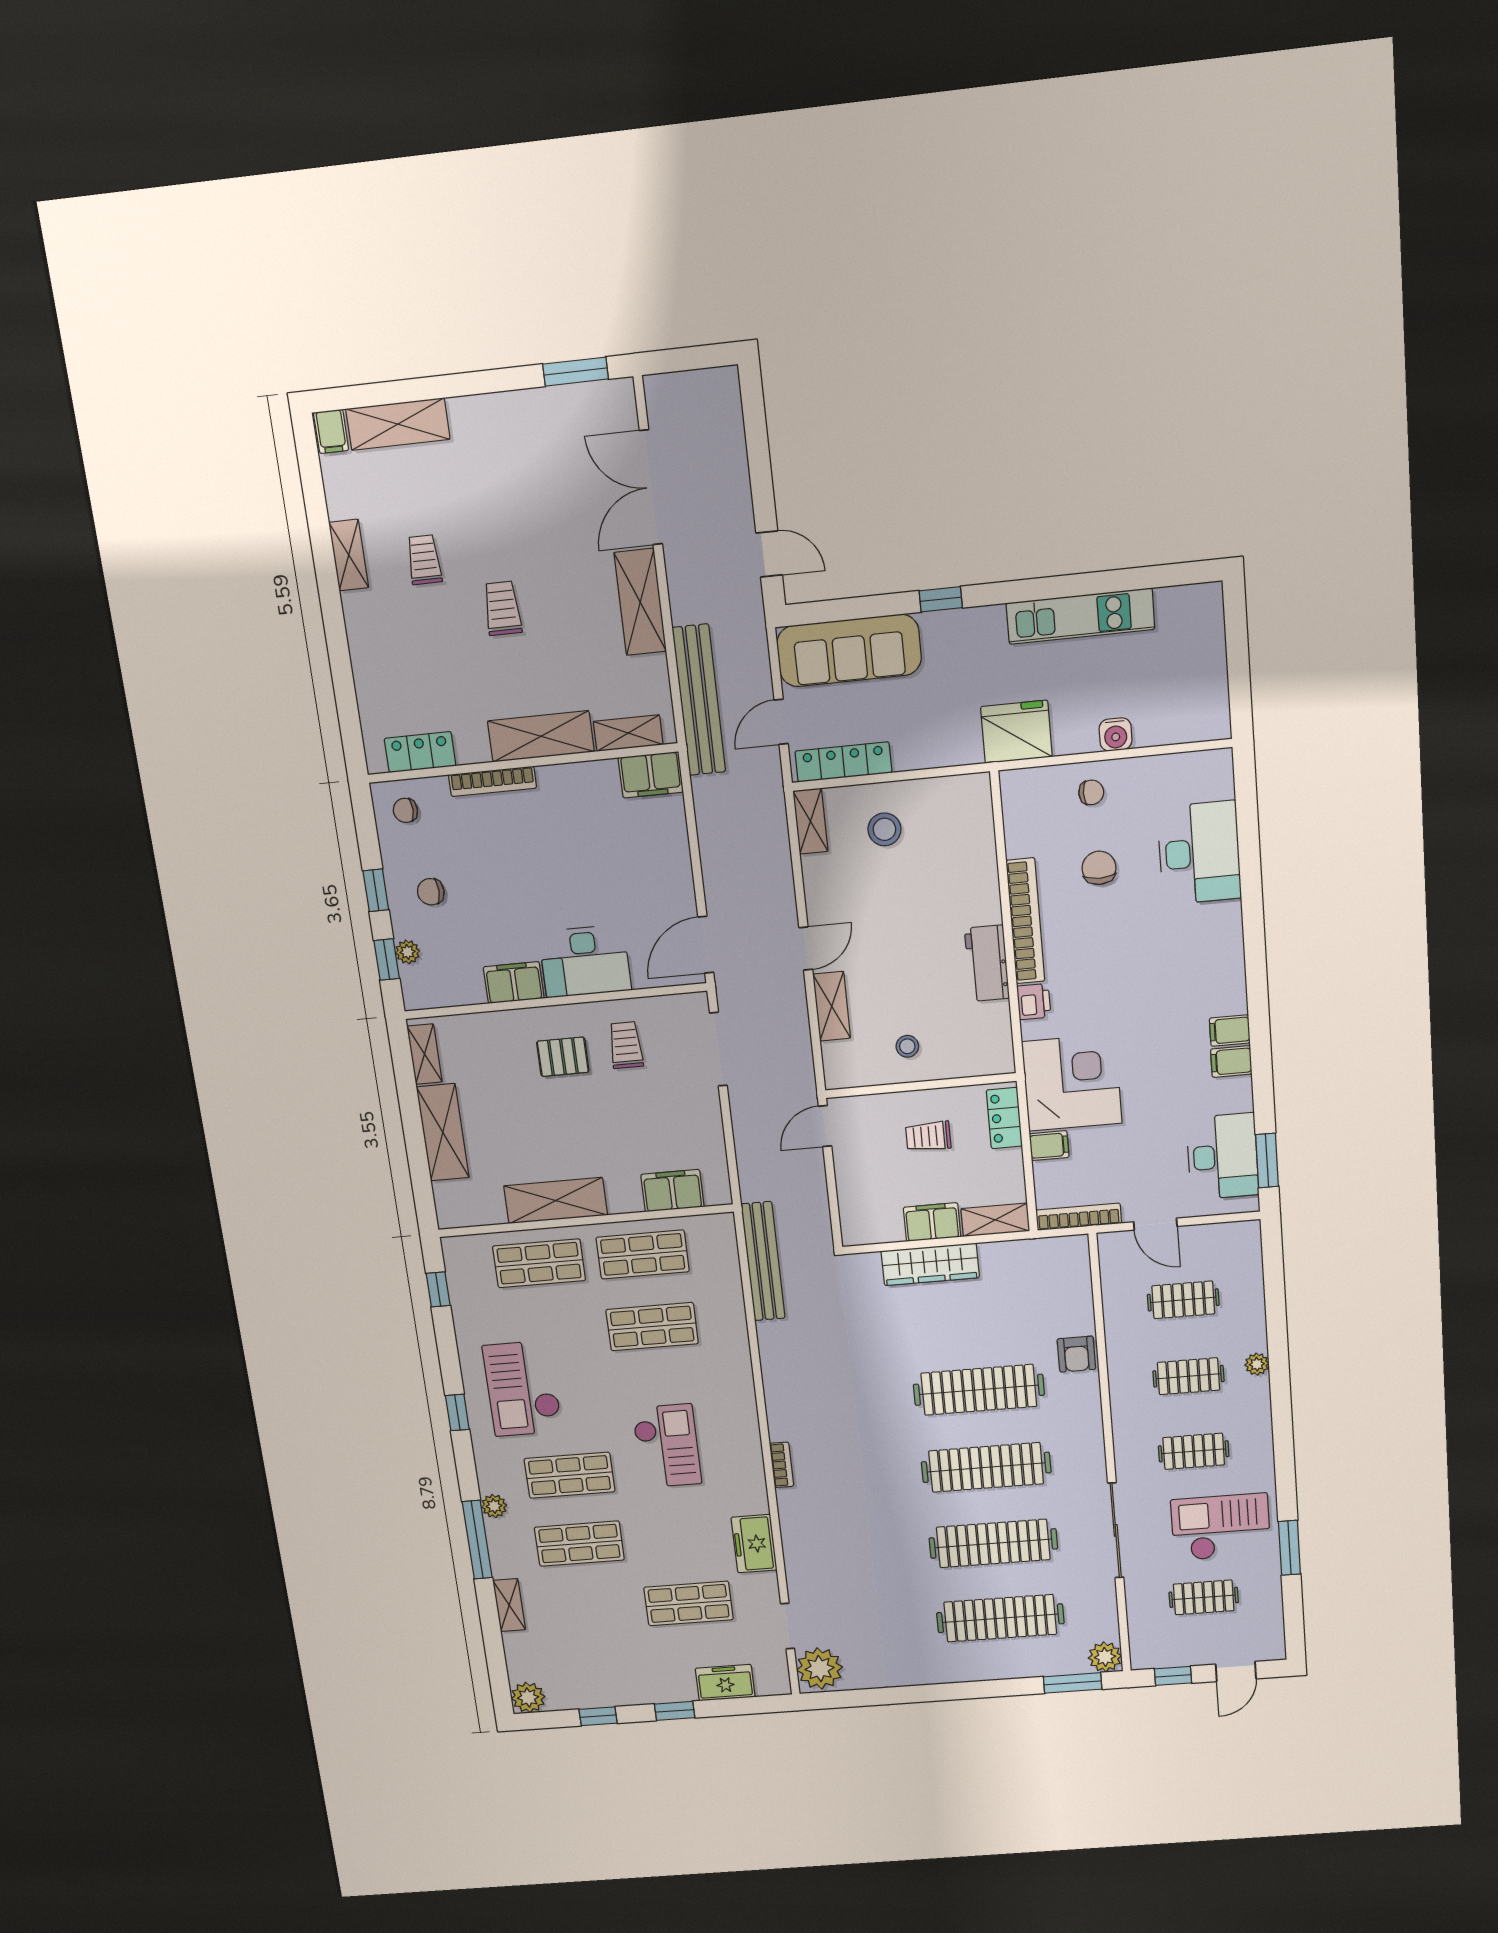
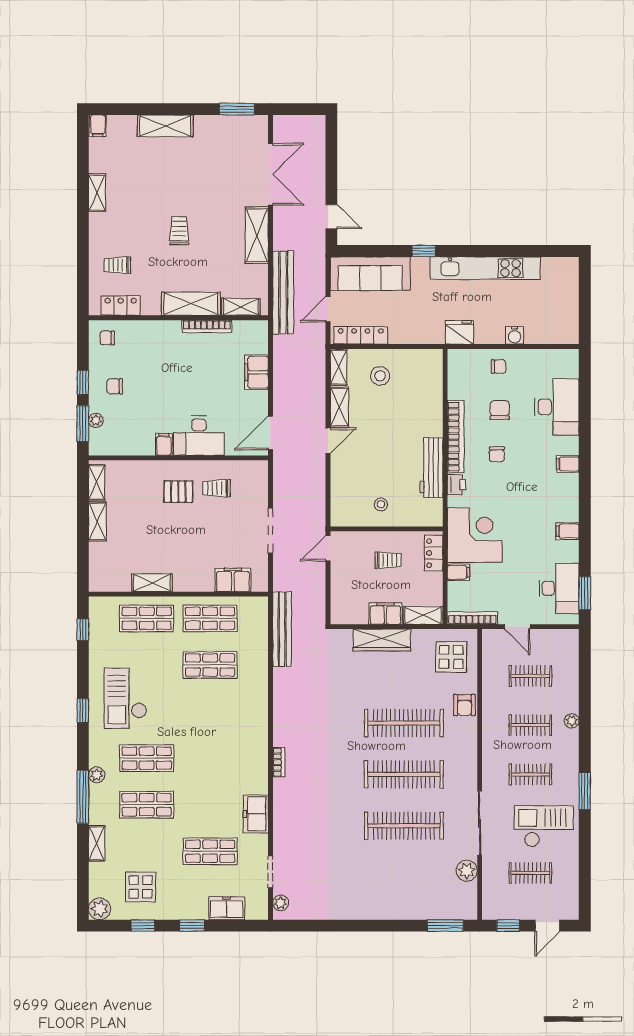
shelving: (398, 424) -> (165, 126), moved
double door: (651, 487) -> (270, 174), swing flipped
trolley: (424, 560) -> (117, 265), moved, turned -90
kitchen unit: (1080, 616) -> (485, 268), width x1.36
fridge: (1016, 732) -> (459, 332), width x0.73, depth x0.75
filing cabinet: (651, 775) -> (257, 372), moved, turned 90
bookcase: (493, 781) -> (207, 326), moved
chair: (1100, 944) -> (497, 454), added
window: (387, 959) -> (83, 424), width x1.50
workbench: (987, 963) -> (431, 468), width x1.38
filing cabinet: (514, 983) -> (164, 444), width x0.50
shelving: (832, 1006) -> (339, 407), moved
filing cabinet: (1230, 1031) -> (568, 464), moved
trolley: (626, 1045) -> (216, 488), turned -90
doorway: (718, 1049) -> (270, 530), moved
shelving: (443, 1132) -> (97, 521), width x0.67, depth x0.75
trolley: (928, 1136) -> (388, 560), turned 180
shelving: (556, 1201) -> (152, 583), width x0.67, depth x0.75
display table: (1048, 1281) -> (451, 657), added
checkout: (667, 1446) -> (209, 744), removed
window: (1289, 1548) -> (585, 791), moved
clothes rail: (1000, 1618) -> (404, 877), removed
plant: (1105, 1657) -> (467, 871), moved
display table: (587, 1662) -> (141, 887), added
plant: (820, 1668) -> (281, 903), width x0.53, depth x0.53

